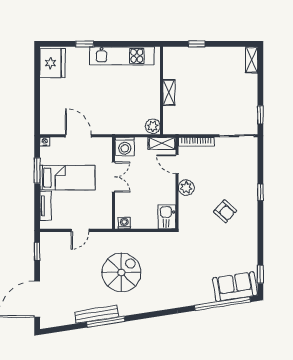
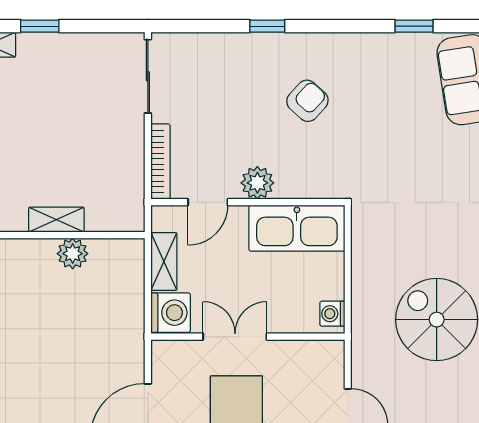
window: (260, 115) -> (40, 26), moved
plant: (153, 126) -> (73, 254), moved
shelving: (162, 143) -> (164, 262), moved
kitchen sink: (167, 217) -> (297, 228), width x1.87, depth x1.24
window: (260, 274) -> (414, 26), moved

